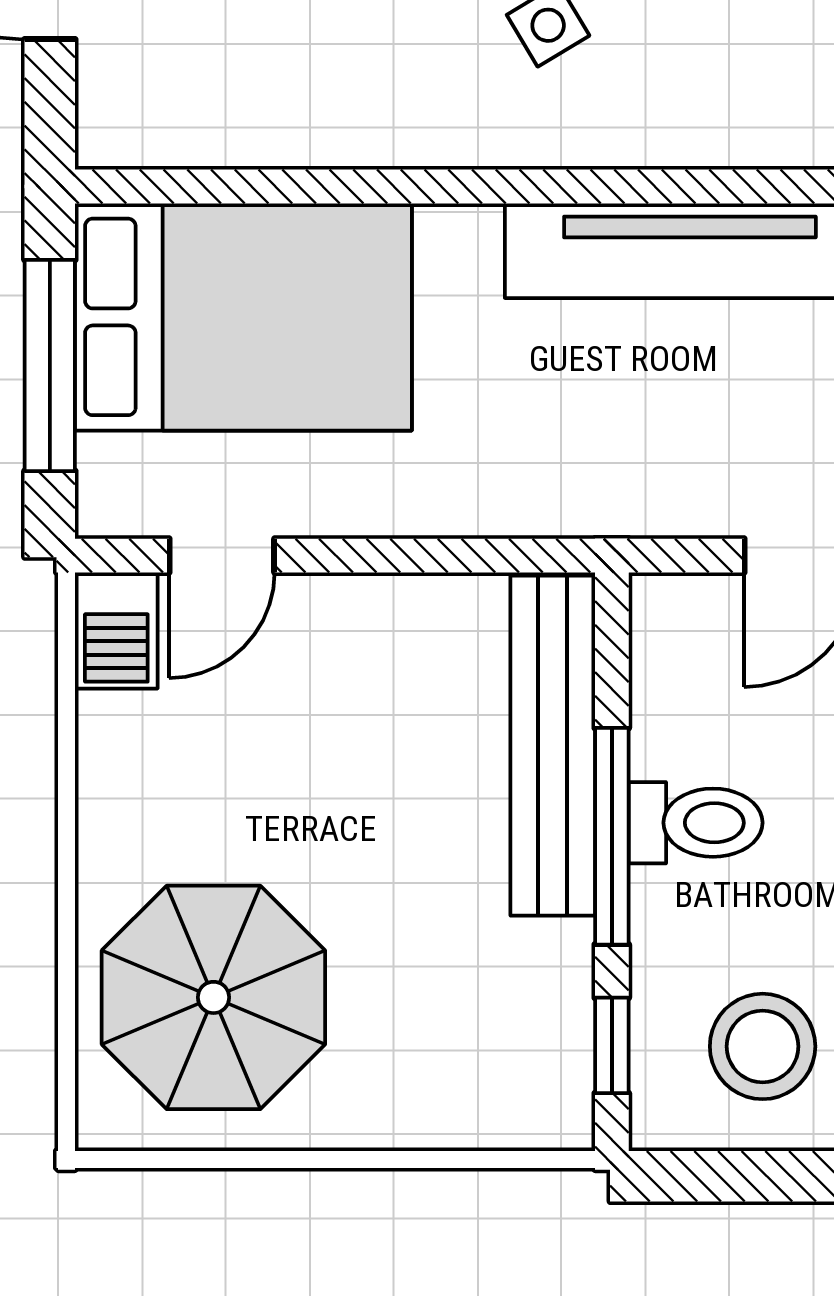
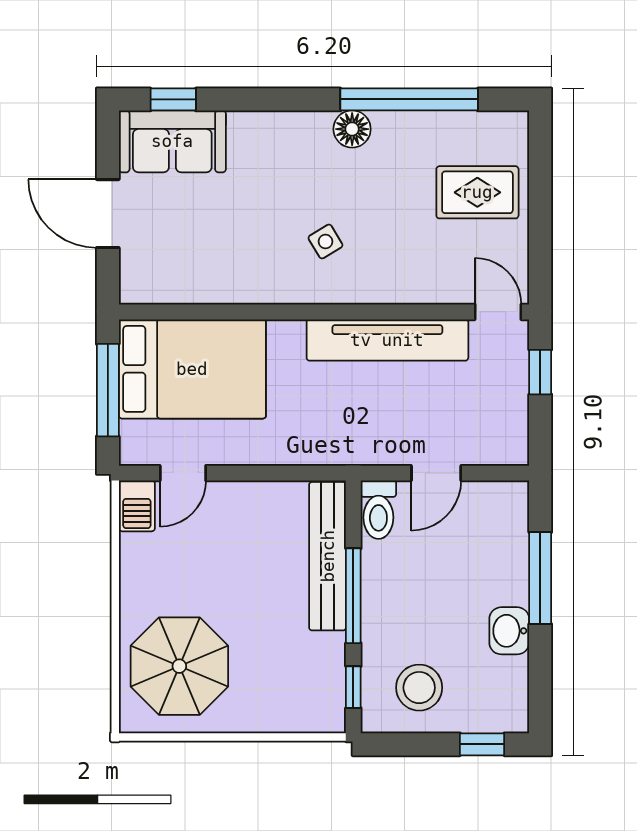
toilet: (696, 823) -> (378, 510), moved, turned 90

